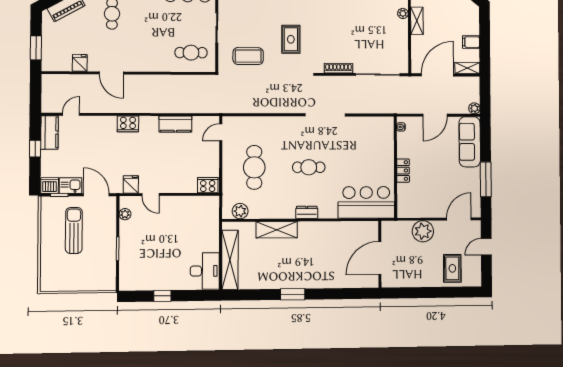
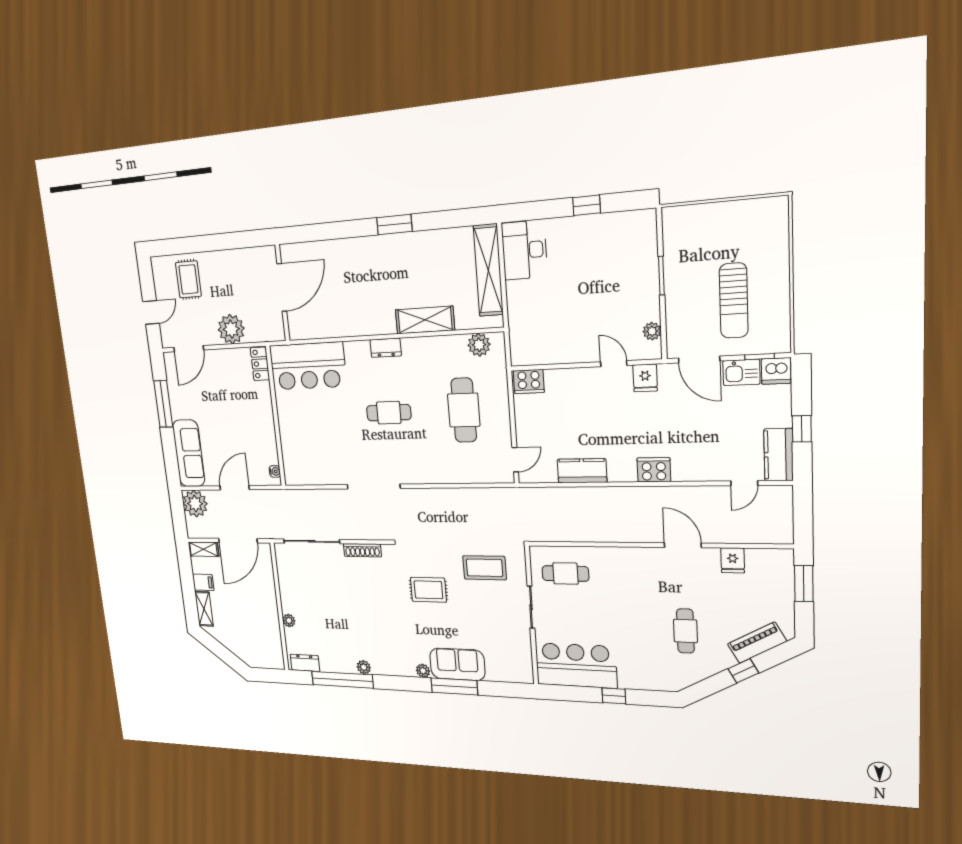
shelving: (417, 21) -> (204, 609), moved
rug: (291, 39) -> (428, 590), turned 90
plant: (474, 108) -> (195, 504), width x1.88, depth x1.88
locker: (403, 171) -> (260, 364), moved

